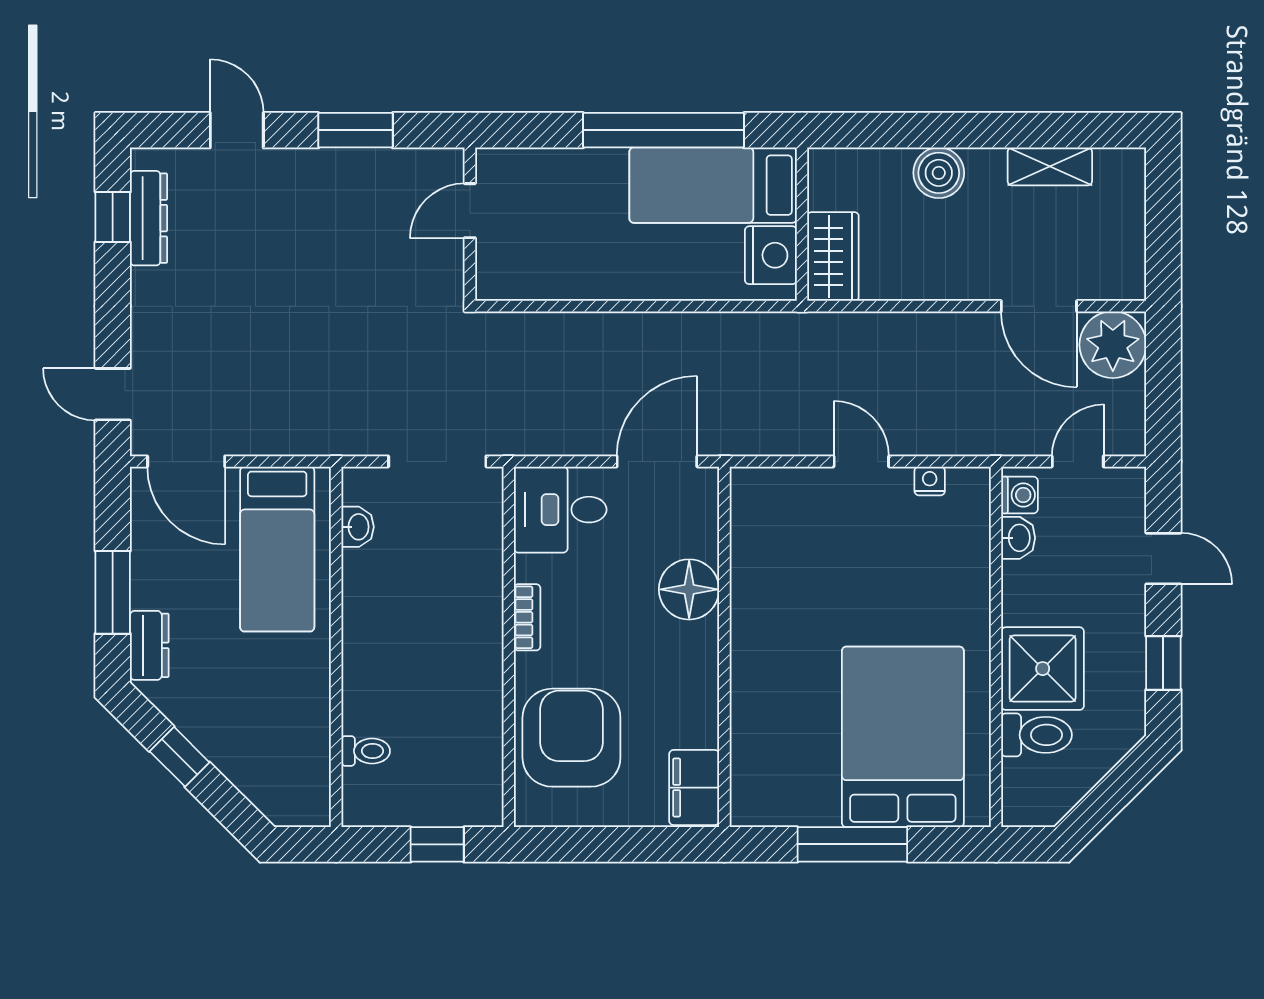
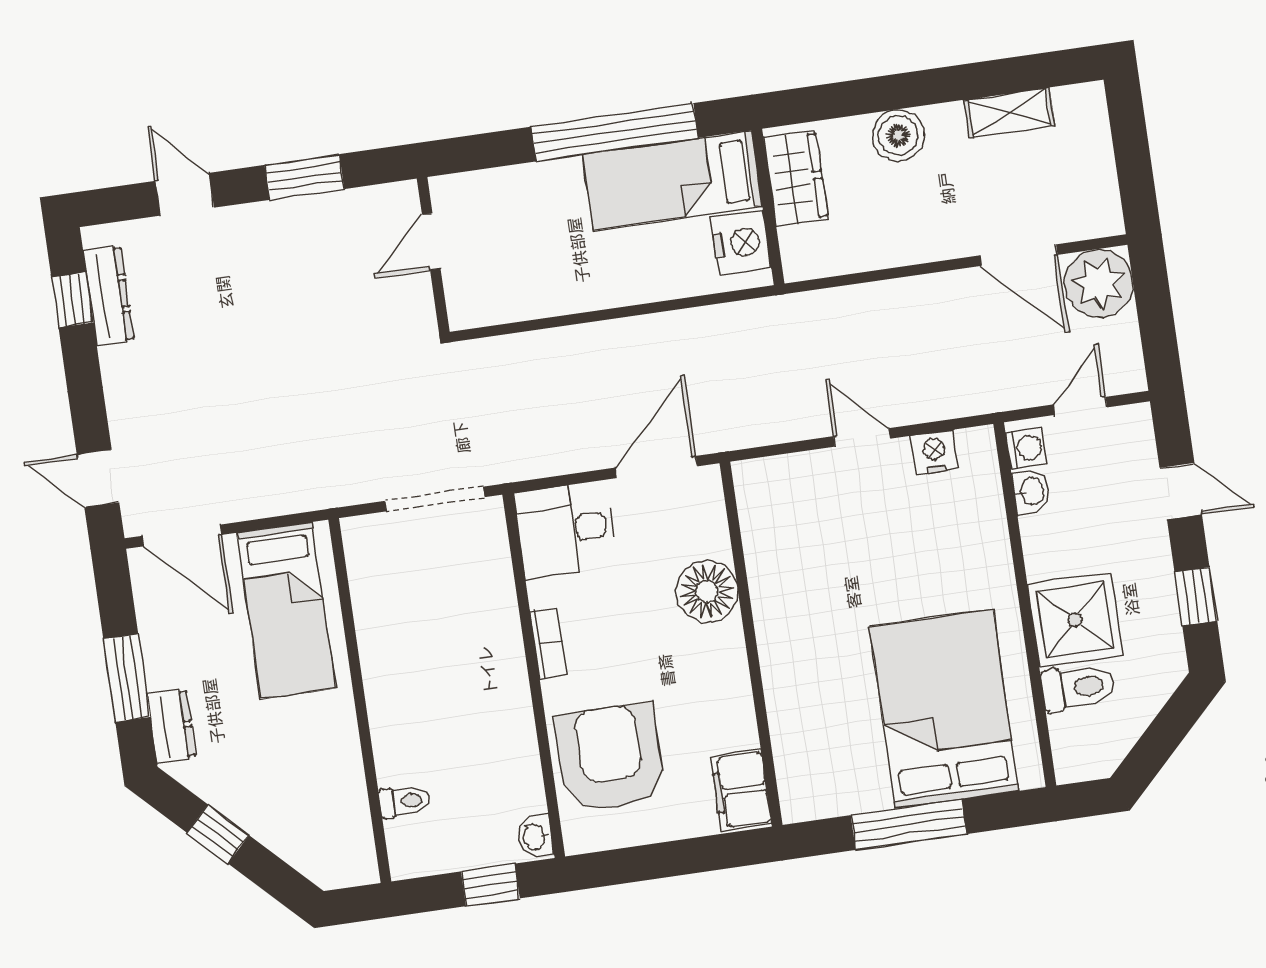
wardrobe: (833, 257) -> (796, 178), moved
nightstand: (930, 481) -> (935, 452), width x1.39, depth x1.35
washbasin: (358, 527) -> (535, 837), moved, turned 180

